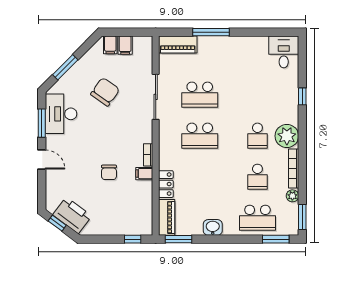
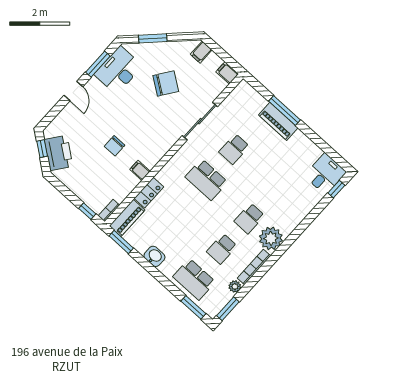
piano: (178, 44) -> (278, 121), moved
filing cabinet: (125, 45) -> (227, 73), moved, turned 90
school desk: (200, 95) -> (234, 149), width x0.54
window: (302, 96) -> (336, 189), moved
bookcase: (148, 155) -> (109, 210), moved

